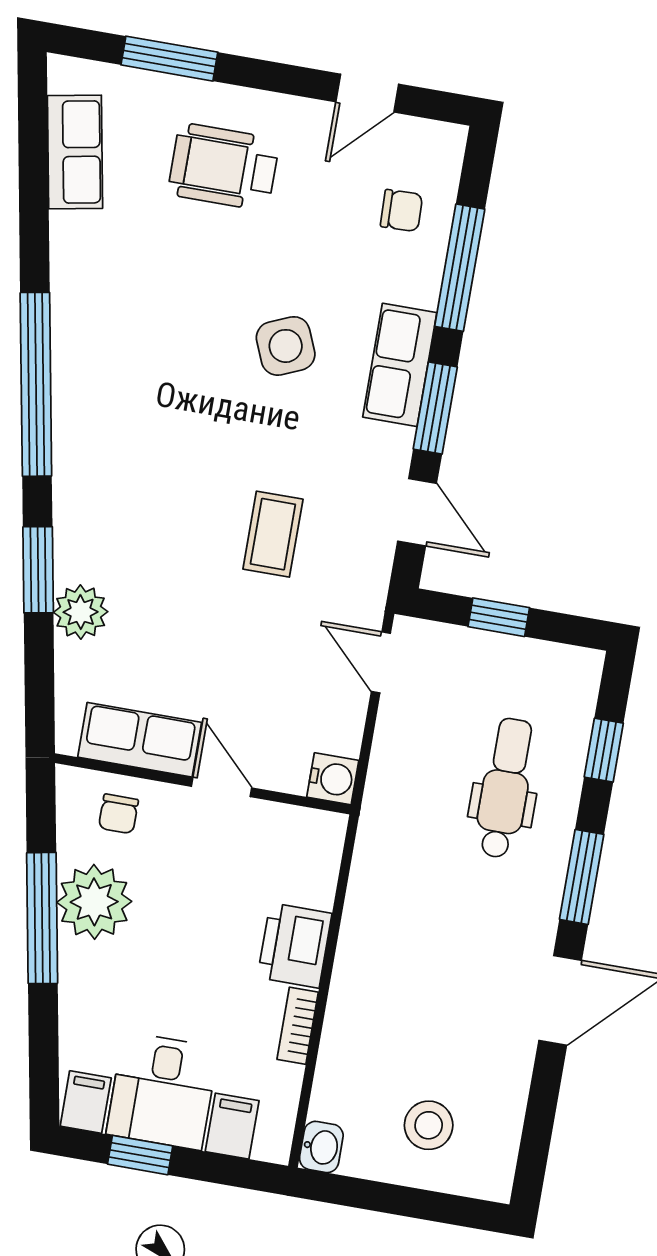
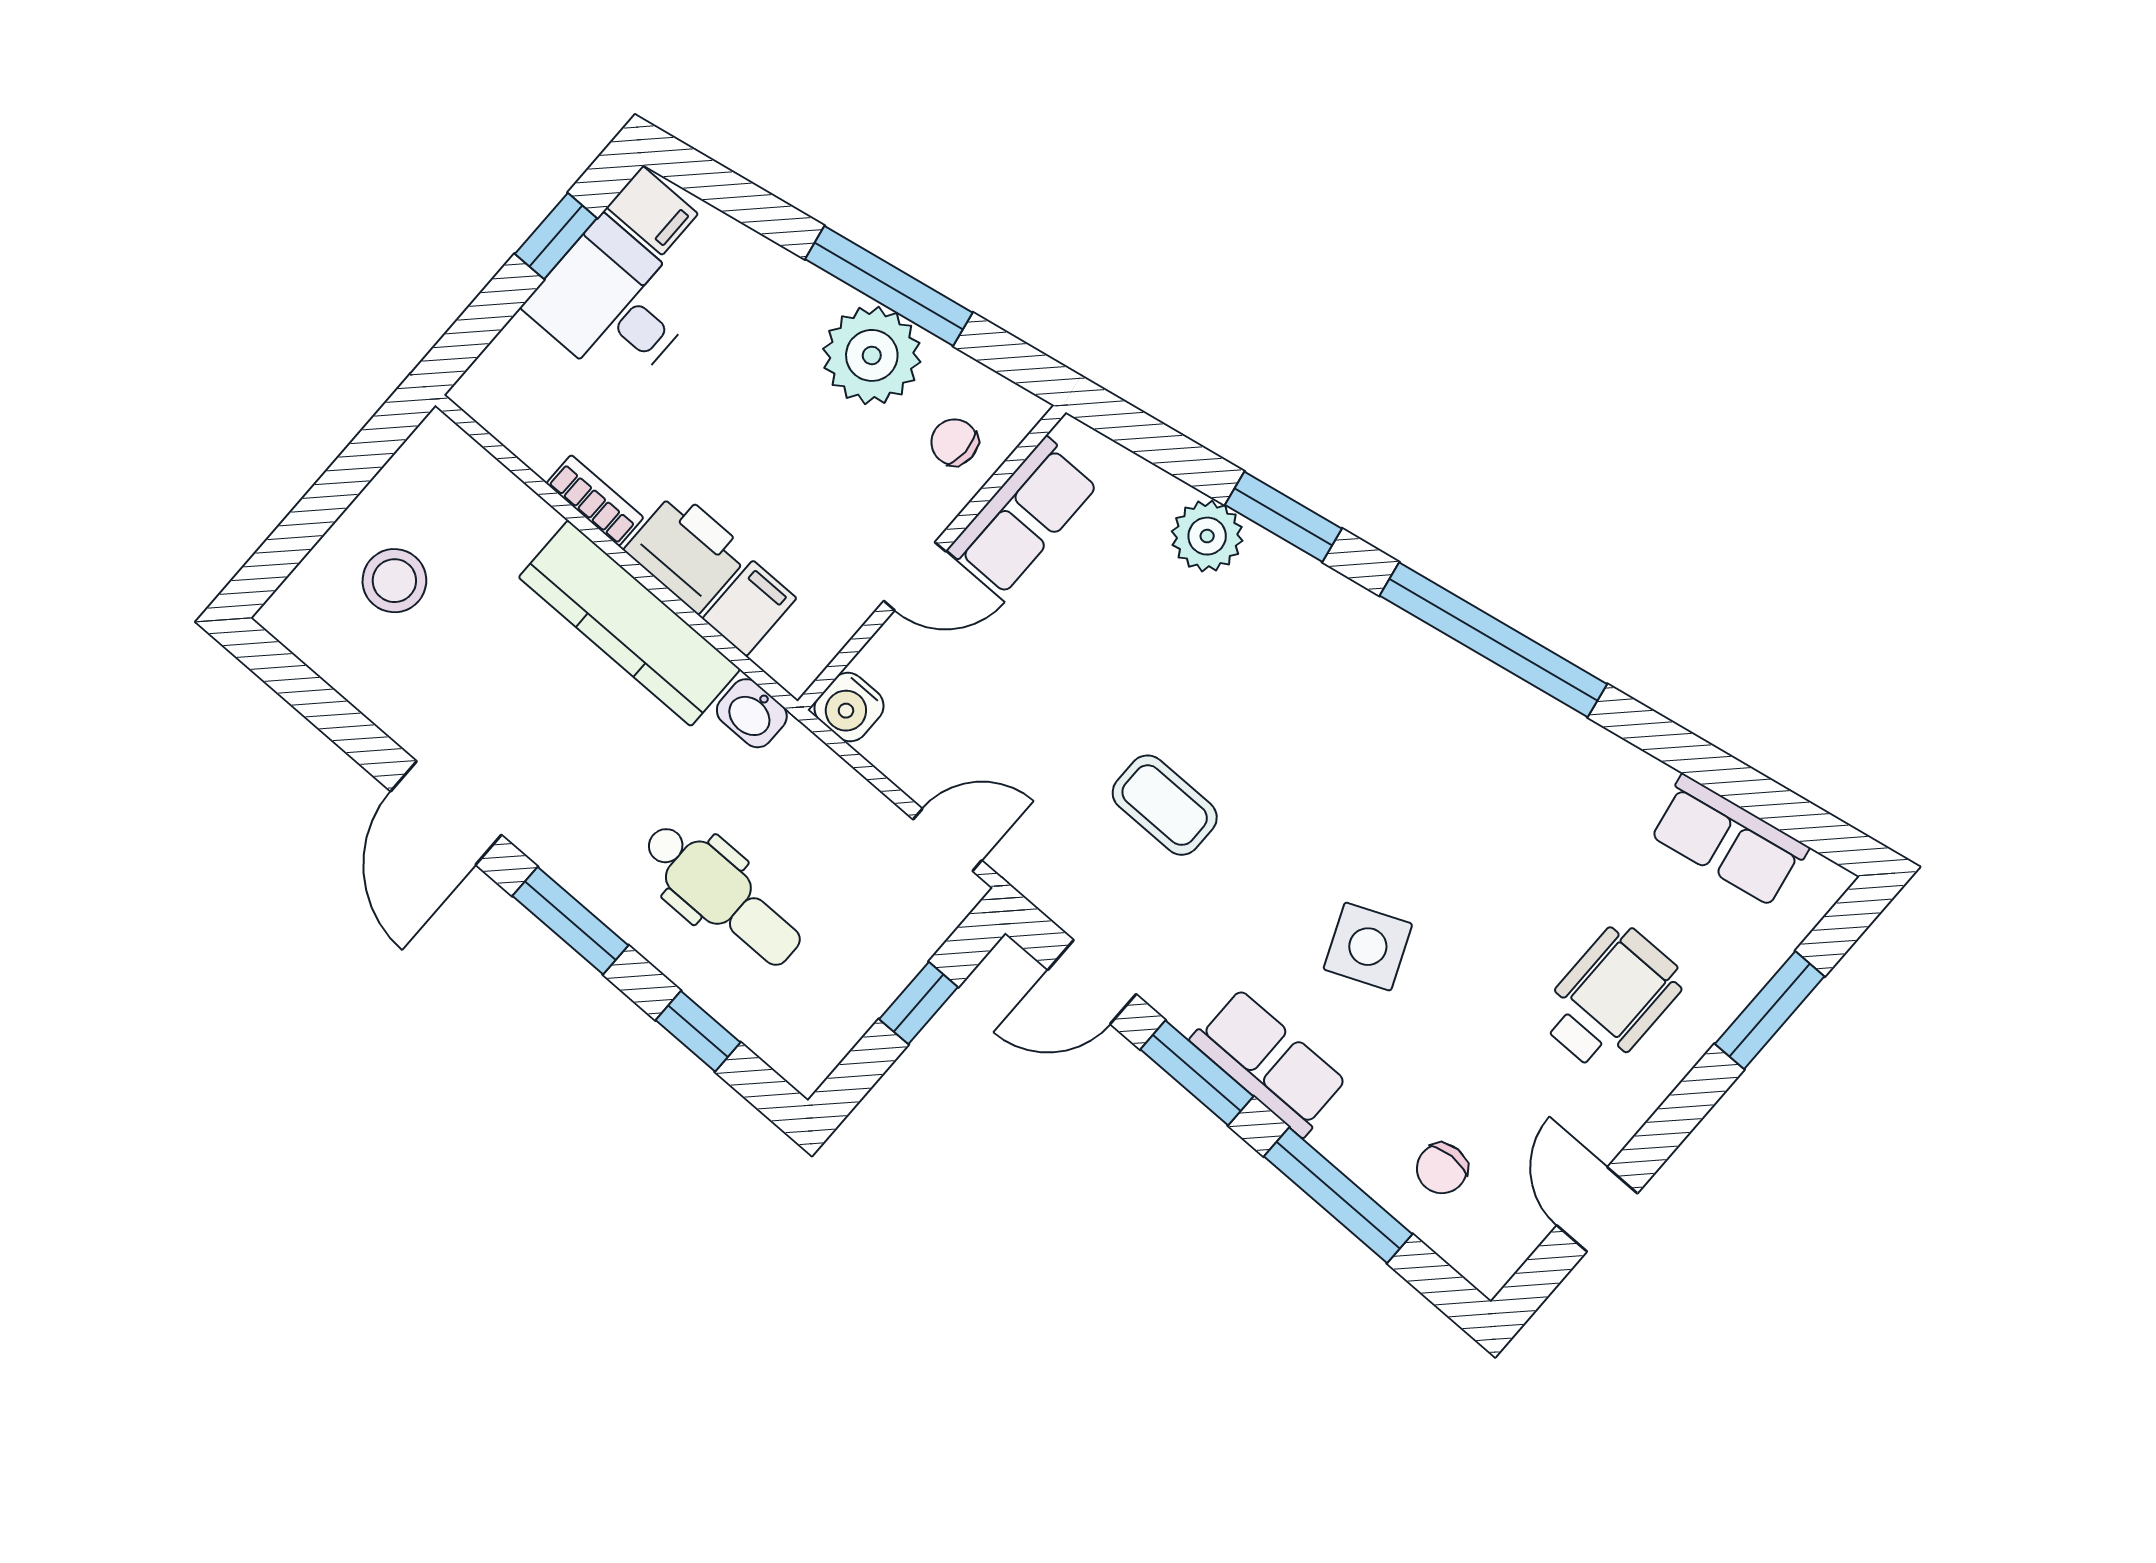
kitchen counter: (364, 955) -> (629, 623), added
filing cabinet: (232, 1126) -> (749, 608), moved, turned -90
washbasin: (321, 1147) -> (752, 713), moved

